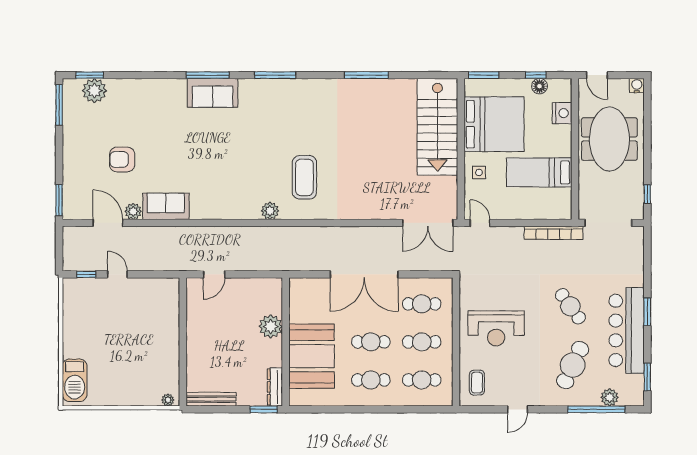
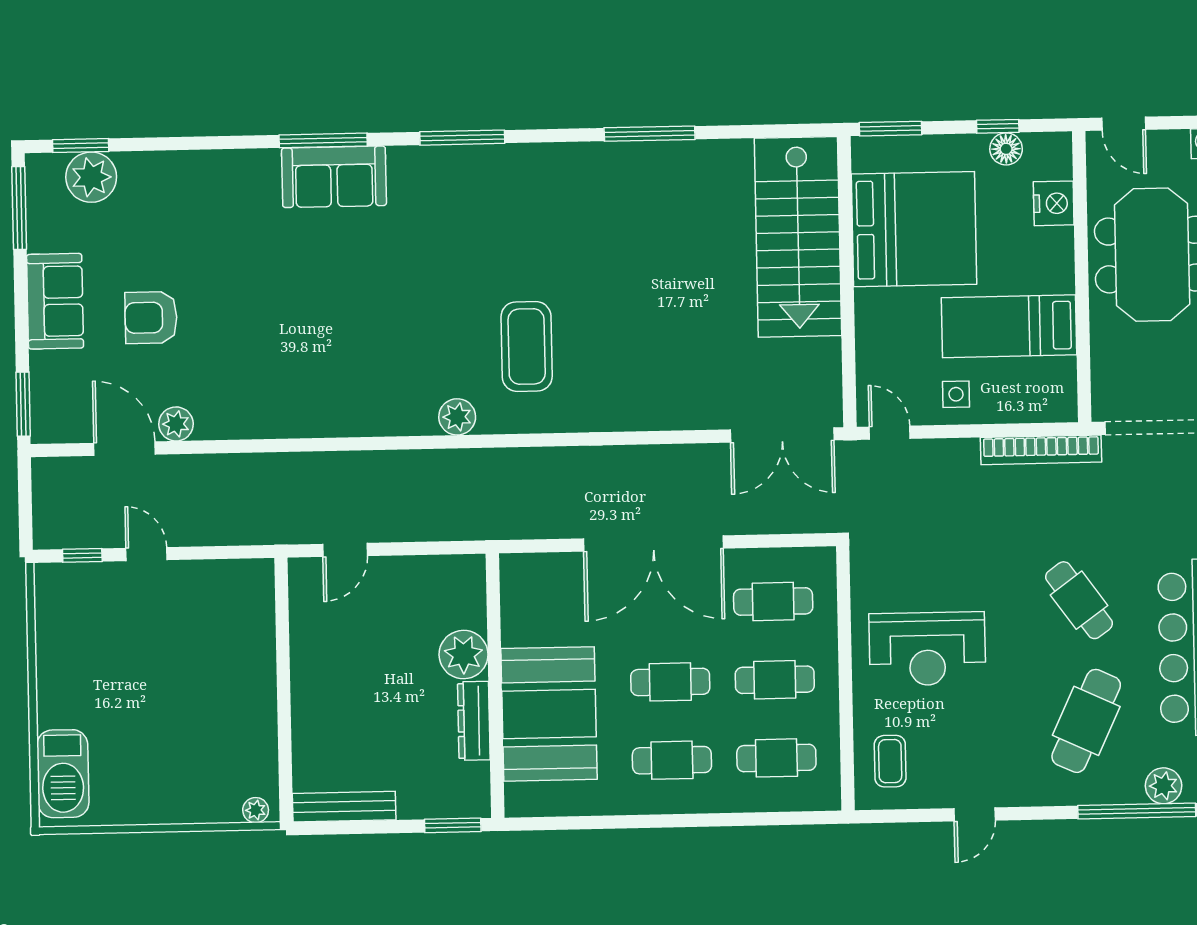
side table: (479, 172) -> (956, 394), moved
sofa: (166, 206) -> (55, 301), moved, turned 90
dresser: (275, 387) -> (474, 721), moved

